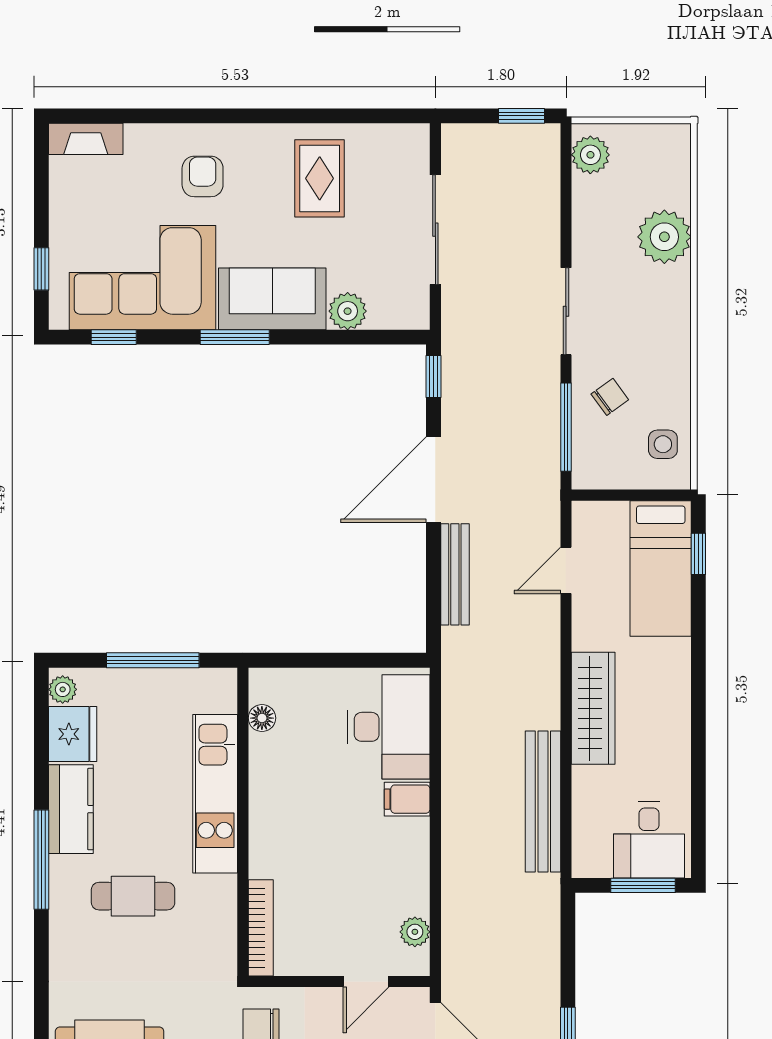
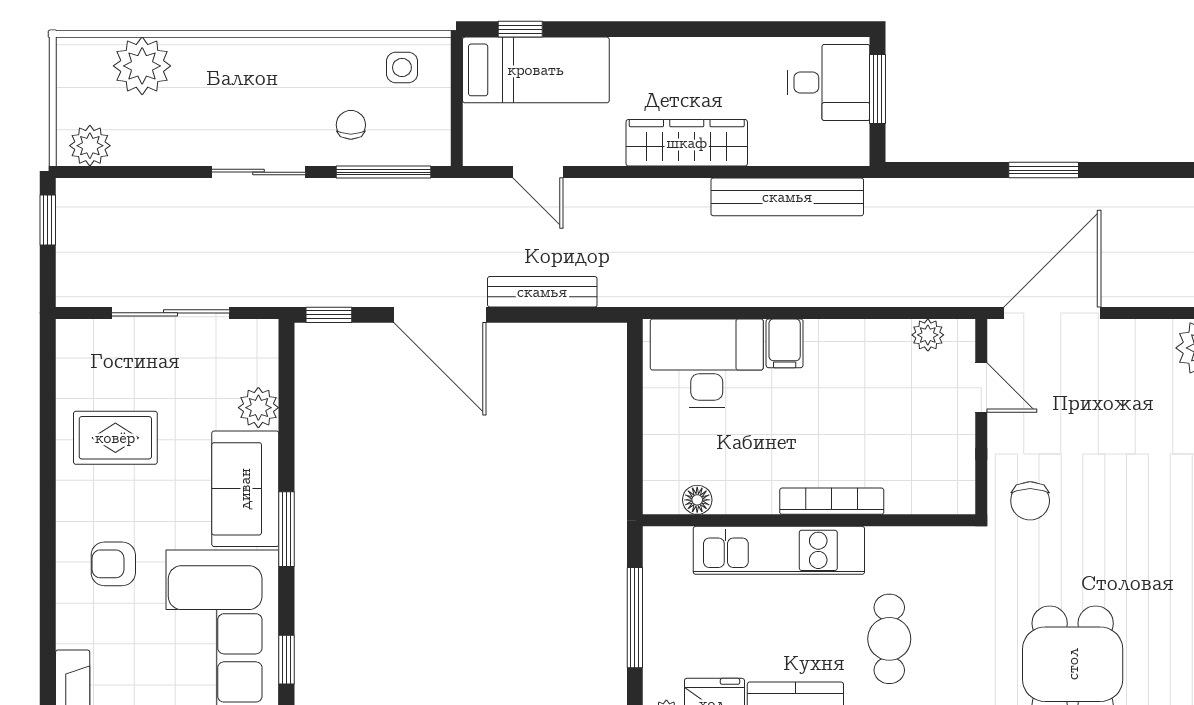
plant: (664, 237) -> (142, 66), moved
chair: (610, 397) -> (351, 125), turned 36
bookcase: (261, 928) -> (832, 501), moved

